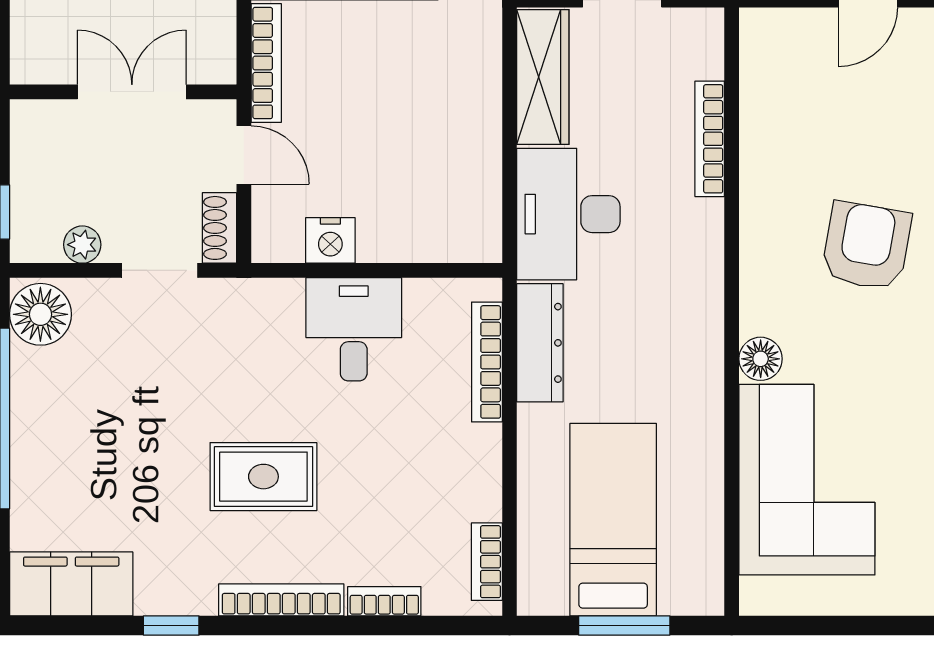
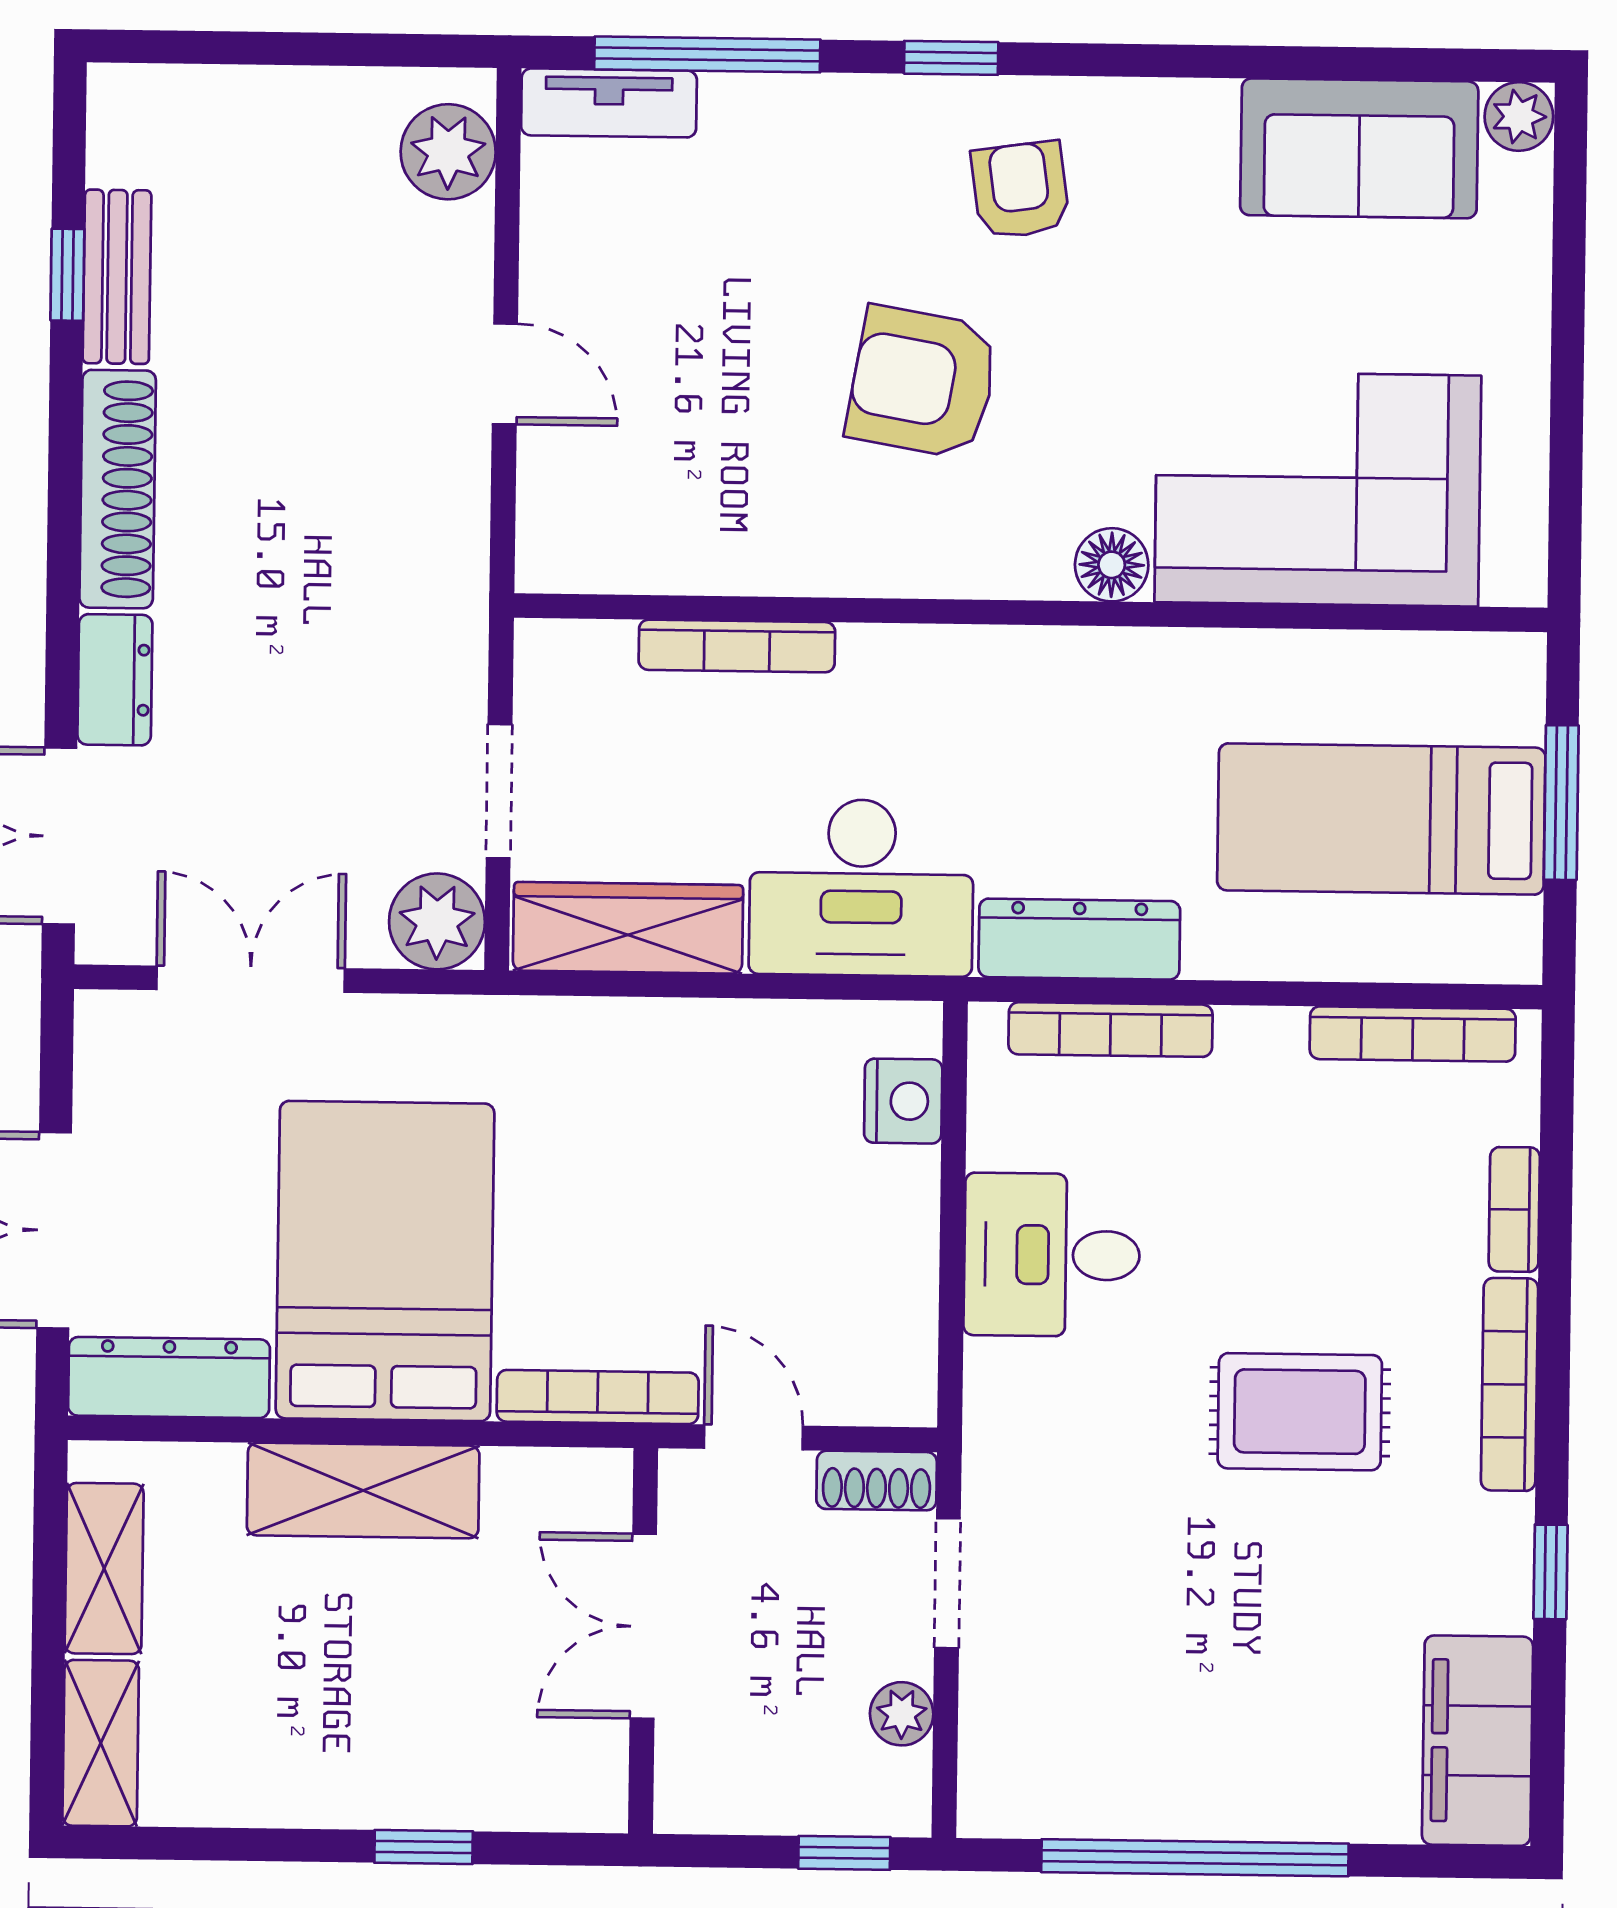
door: (244, 155) -> (753, 1437), hinge flipped
nightstand: (330, 240) -> (903, 1101), moved
floor lamp: (40, 314) -> (1019, 1786), removed
rug: (263, 477) -> (1300, 1412), turned 90
bookcase: (487, 562) -> (1413, 1034), width x1.56

